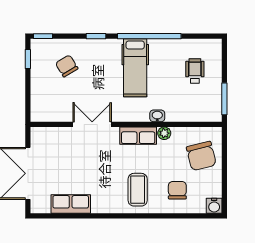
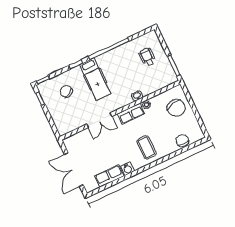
hospital bed: (135, 68) -> (95, 79), moved
double door: (92, 124) -> (99, 120), swing flipped
chair: (177, 190) -> (182, 141), moved
water cooler: (214, 206) -> (127, 169), moved

